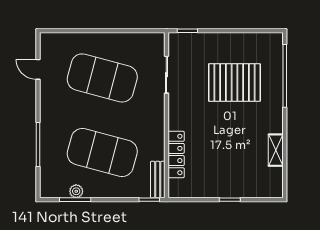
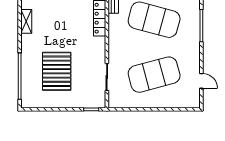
exercise mat: (102, 78) -> (154, 75), turned -30
pallet: (234, 82) -> (57, 71), turned 90

